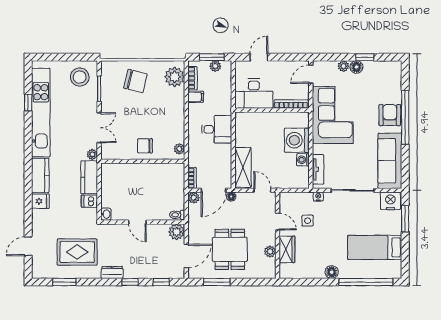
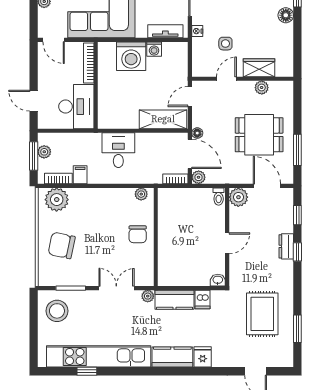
chair: (135, 81) -> (62, 245), turned -92
dresser: (112, 272) -> (286, 246), moved

